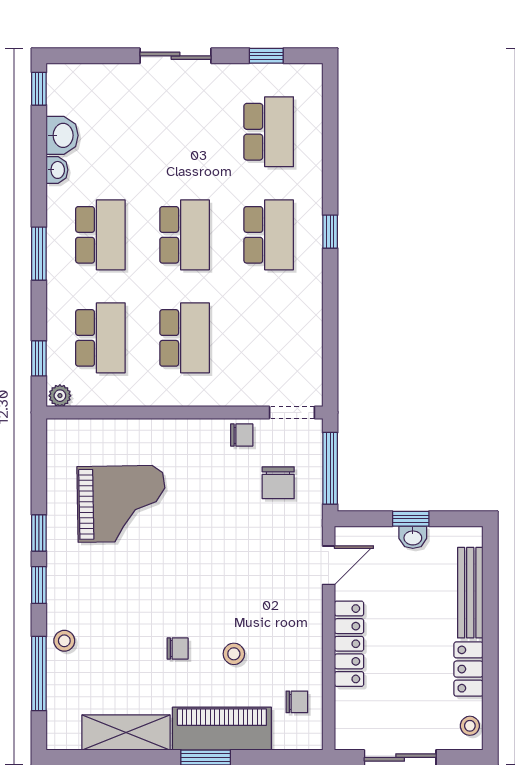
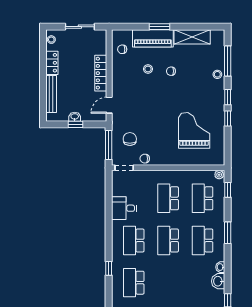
window: (330, 232) -> (109, 268), moved
desk: (293, 314) -> (124, 208), added
grand piano: (121, 504) -> (194, 130), turned 91

